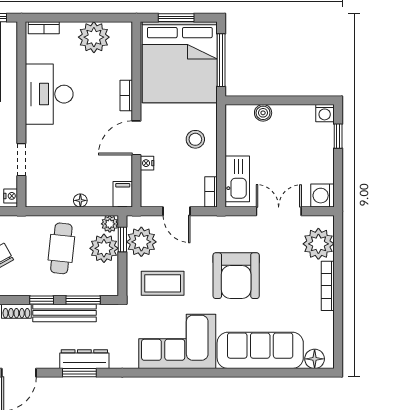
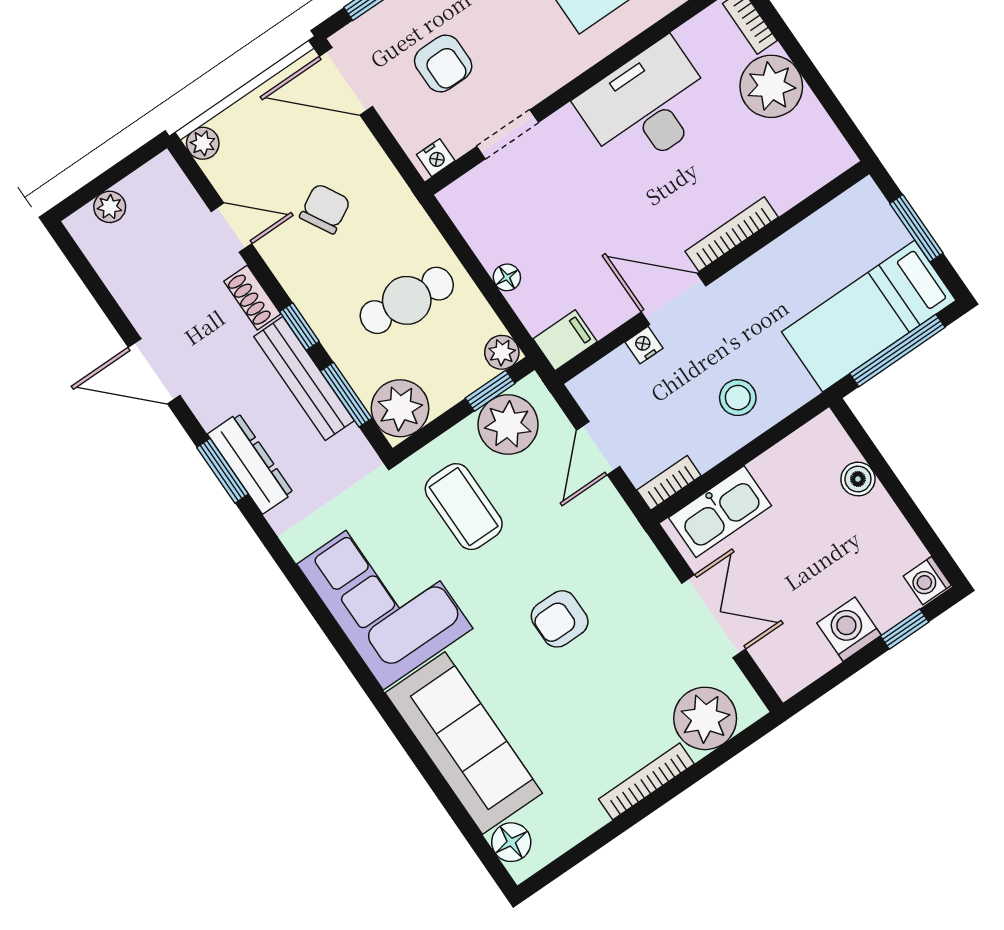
plant: (94, 37) -> (771, 86), moved
bed: (180, 62) -> (869, 316), width x0.49
bookcase: (126, 96) -> (732, 234), width x1.56
washing machine: (322, 196) -> (849, 629), moved
plant: (104, 248) -> (400, 408), moved
armchair: (236, 276) -> (560, 619), width x0.53, depth x0.53

